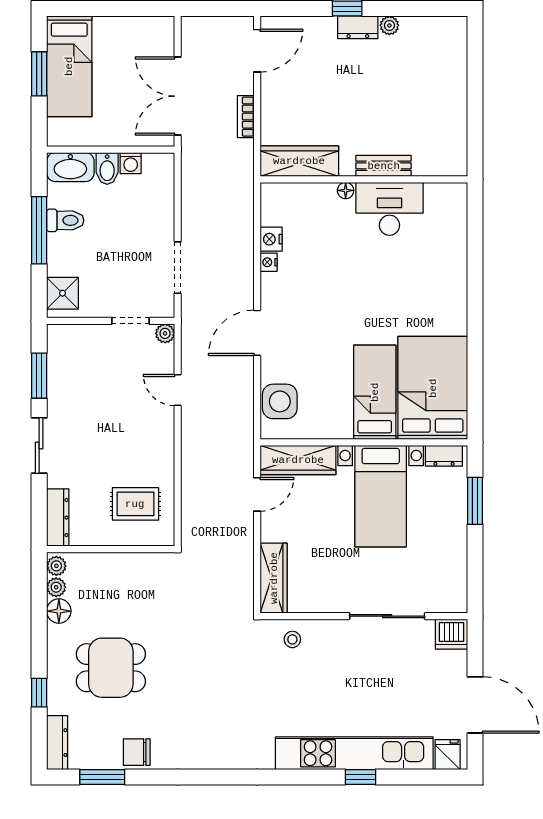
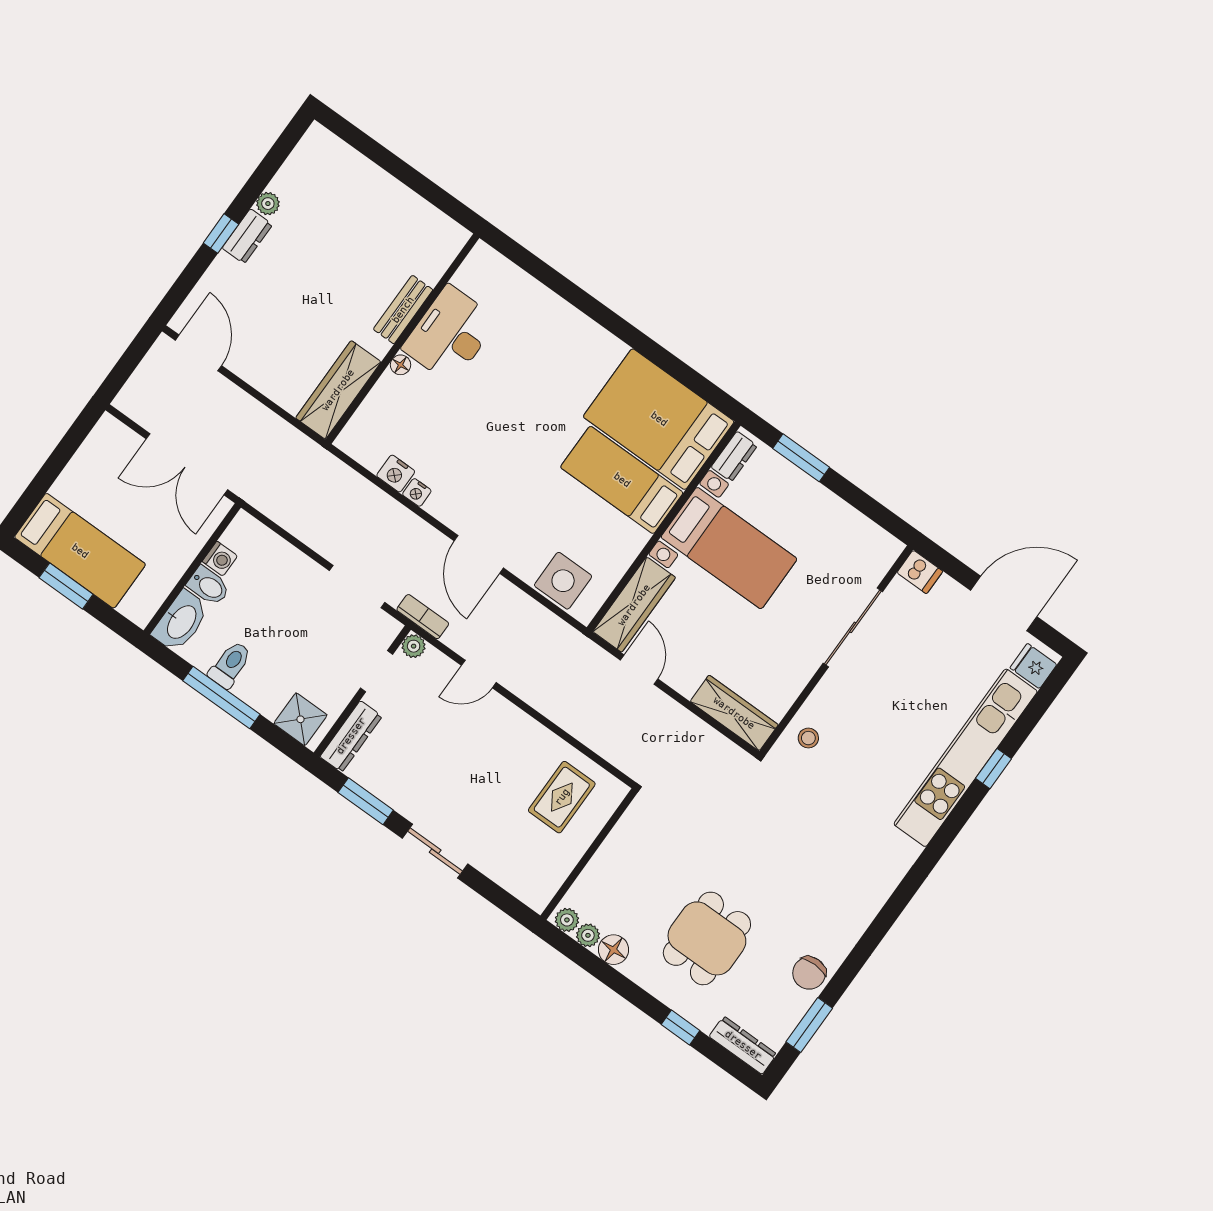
bookcase: (246, 117) -> (423, 617), moved, turned 180
dresser: (58, 518) -> (351, 736), moved, turned 90
dishwasher: (451, 634) -> (920, 572), width x0.73

